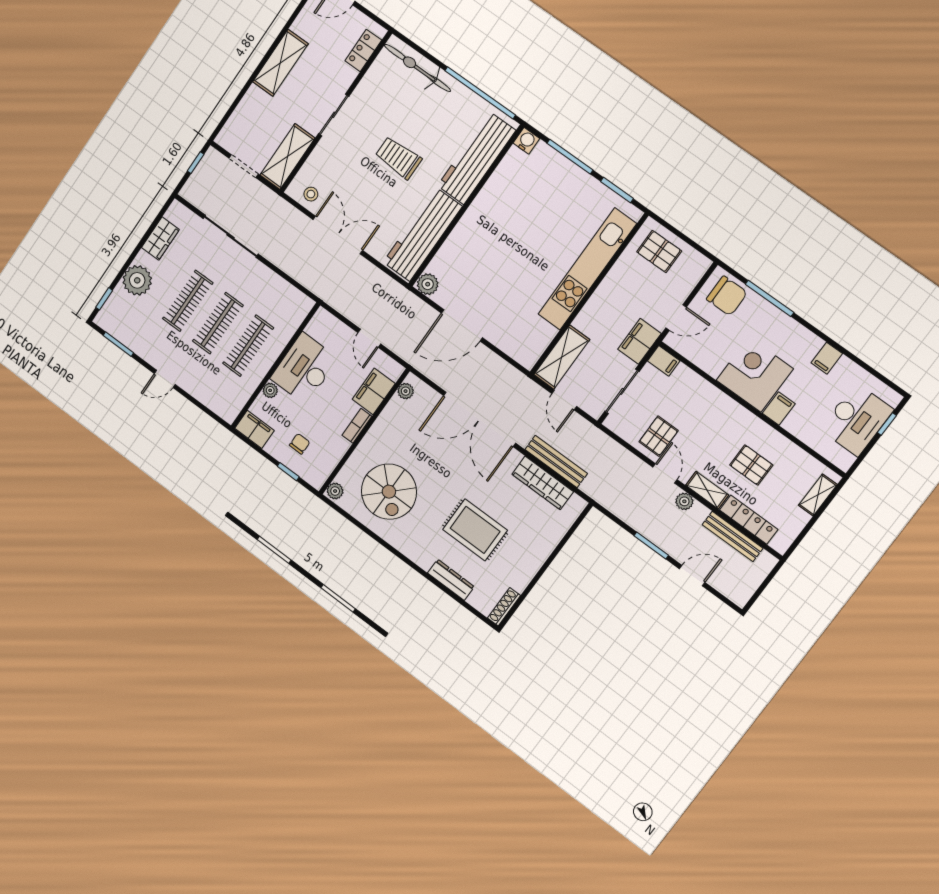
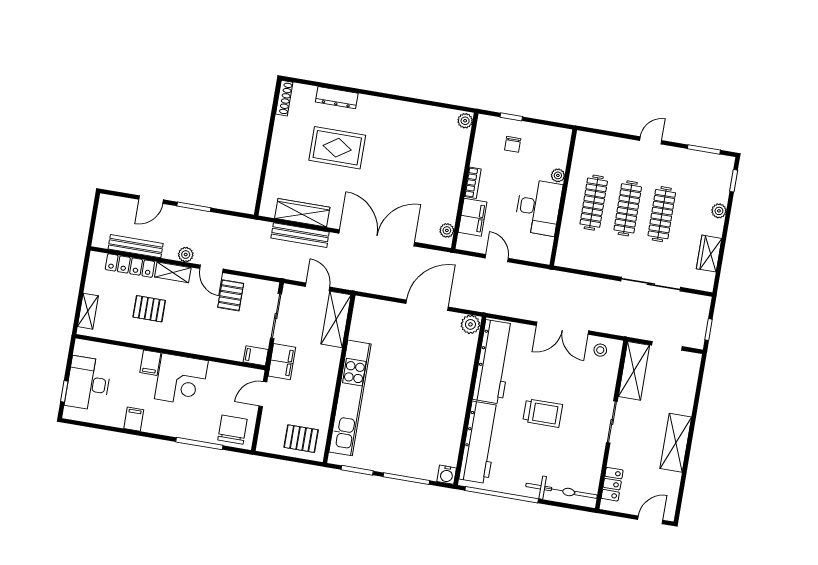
plant: (137, 280) -> (719, 211), width x0.53, depth x0.53
chair: (727, 296) -> (232, 430), turned 90
filing cabinet: (254, 429) -> (556, 137), removed
spiral stairs: (389, 492) -> (421, 143), removed

